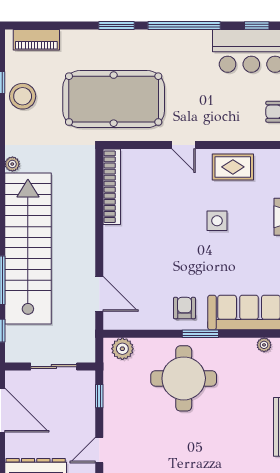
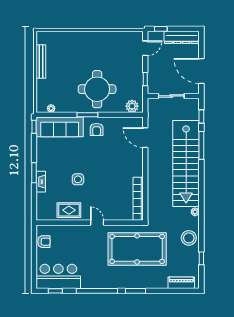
stool: (23, 96) -> (189, 238), moved

